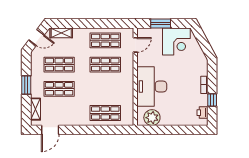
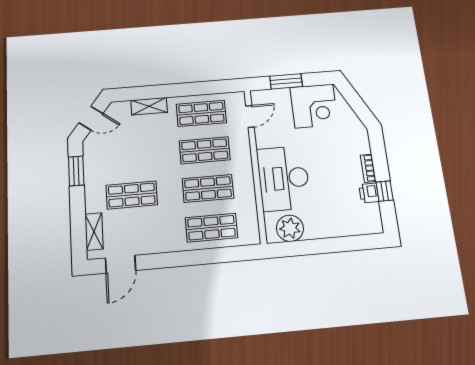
shelving: (61, 33) -> (149, 106), moved
shop shelf: (59, 65) -> (208, 188), moved
window: (26, 85) -> (76, 171), moved
printer: (203, 113) -> (369, 193), moved

